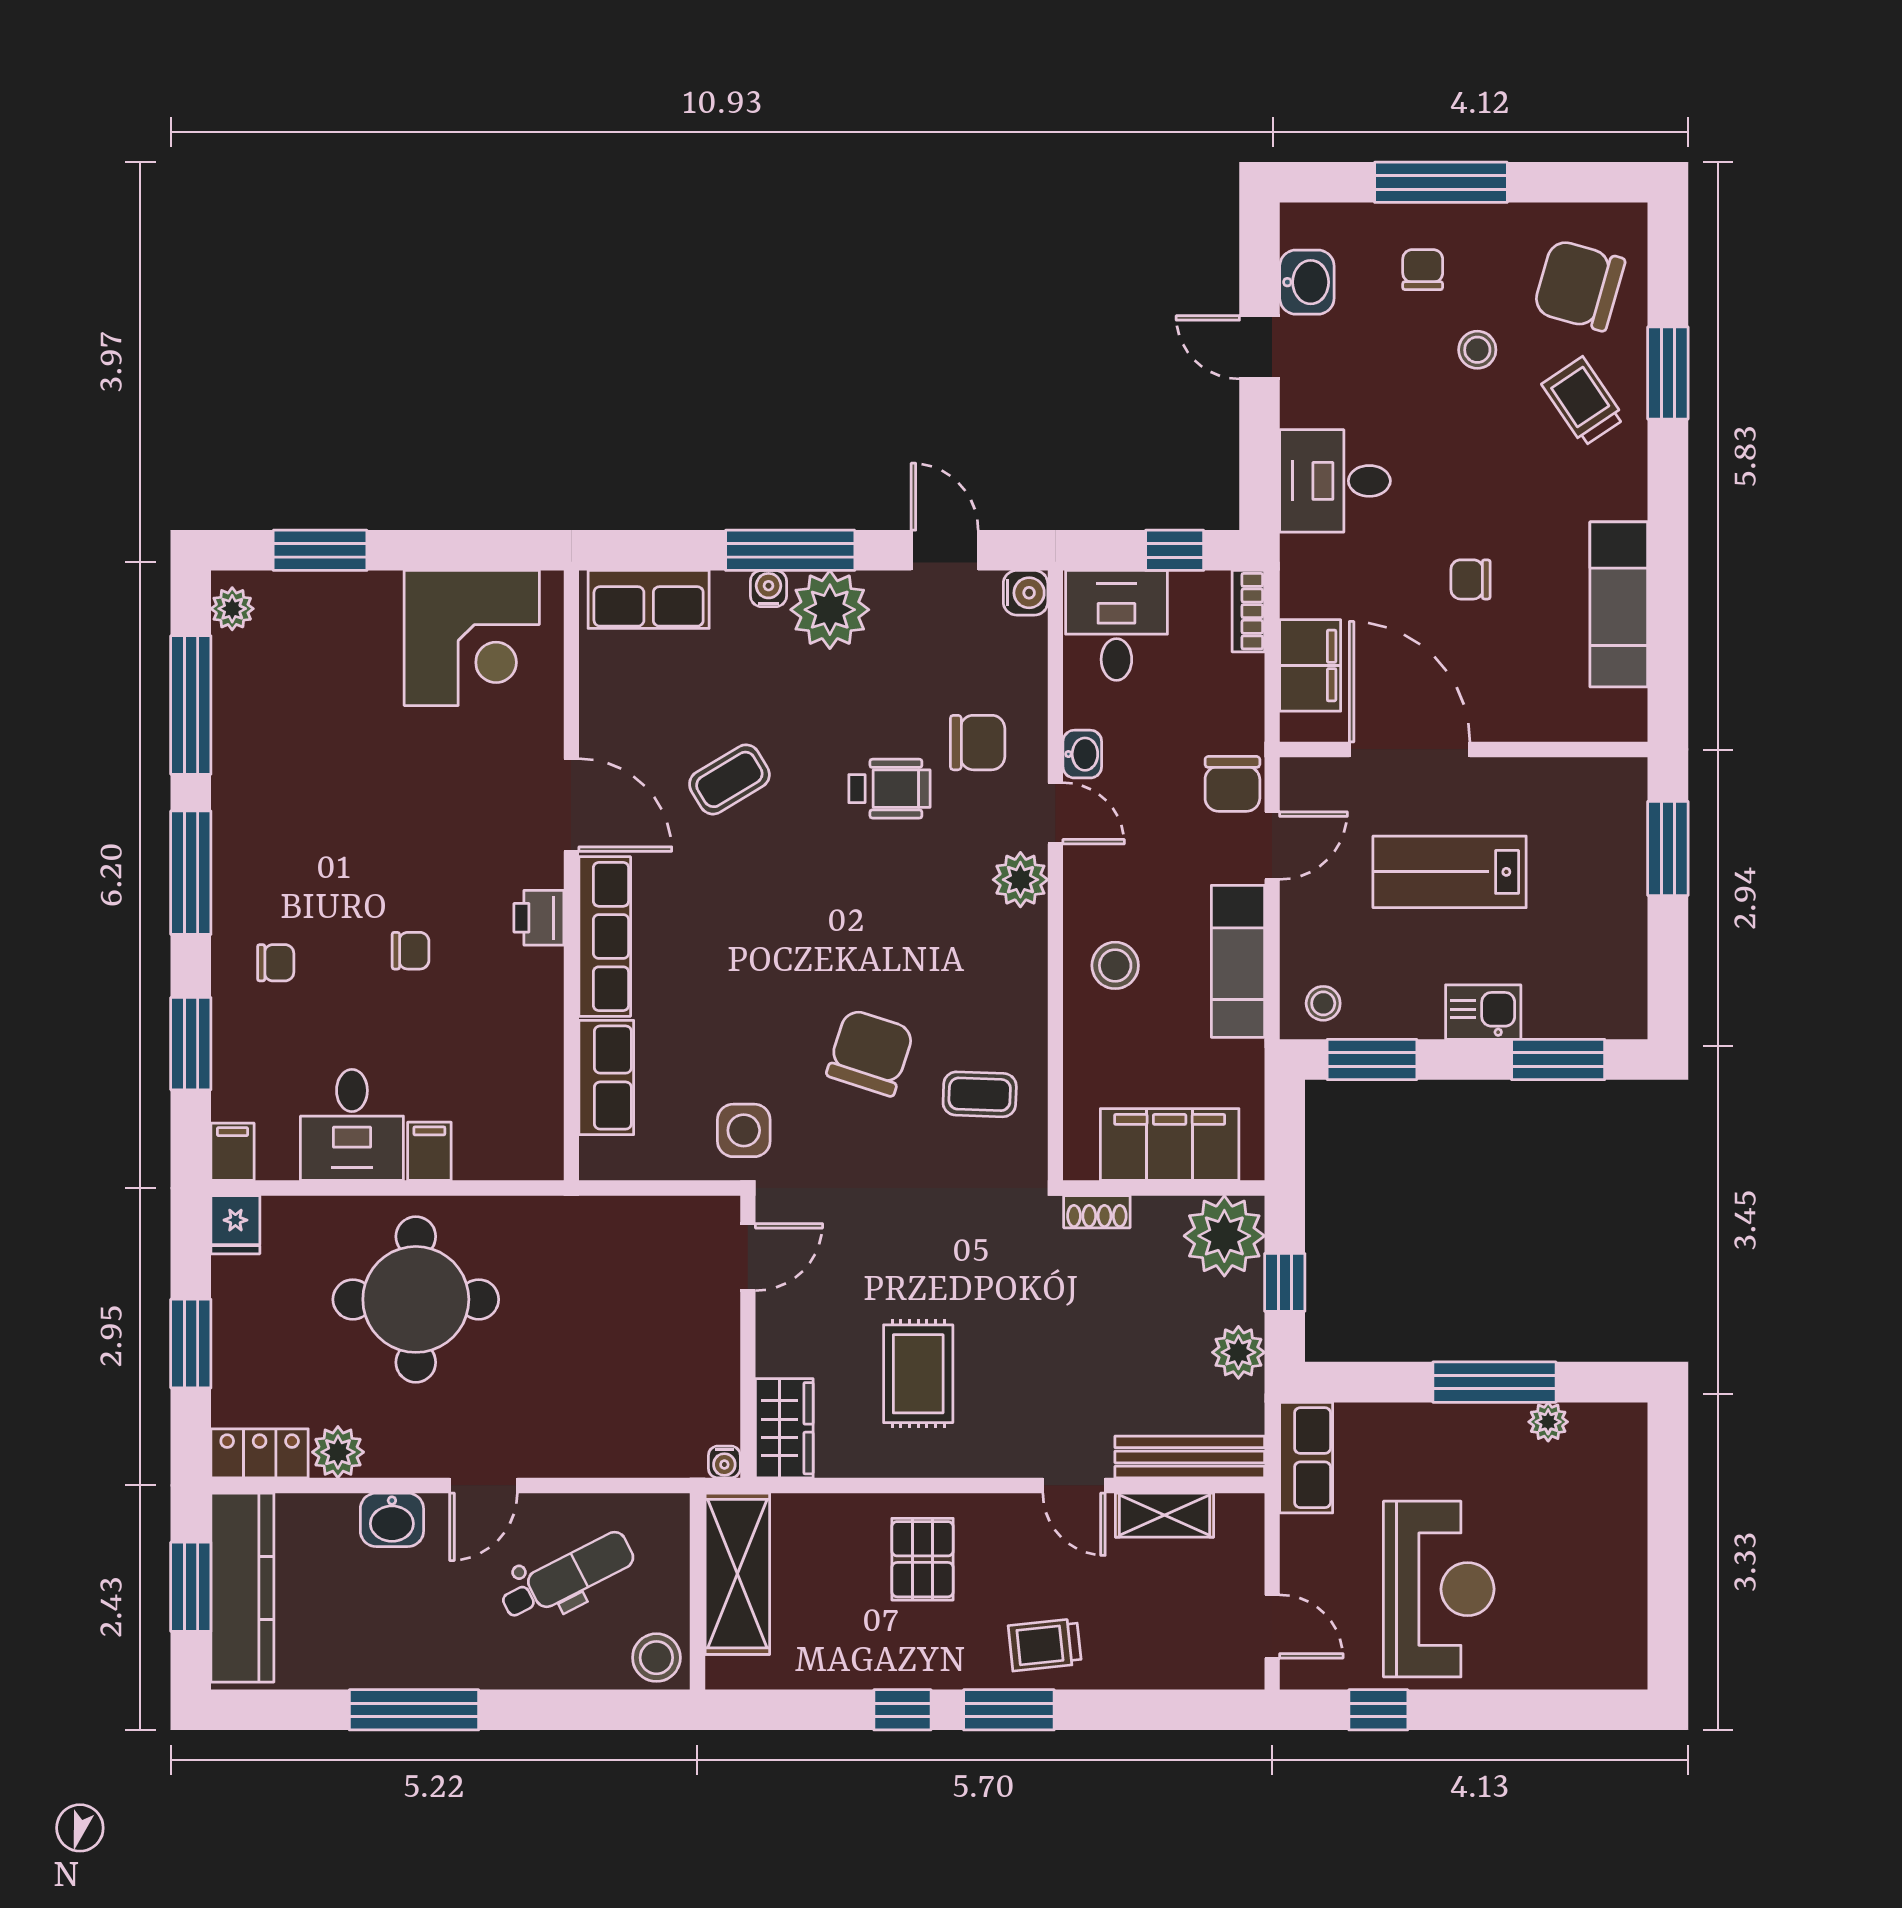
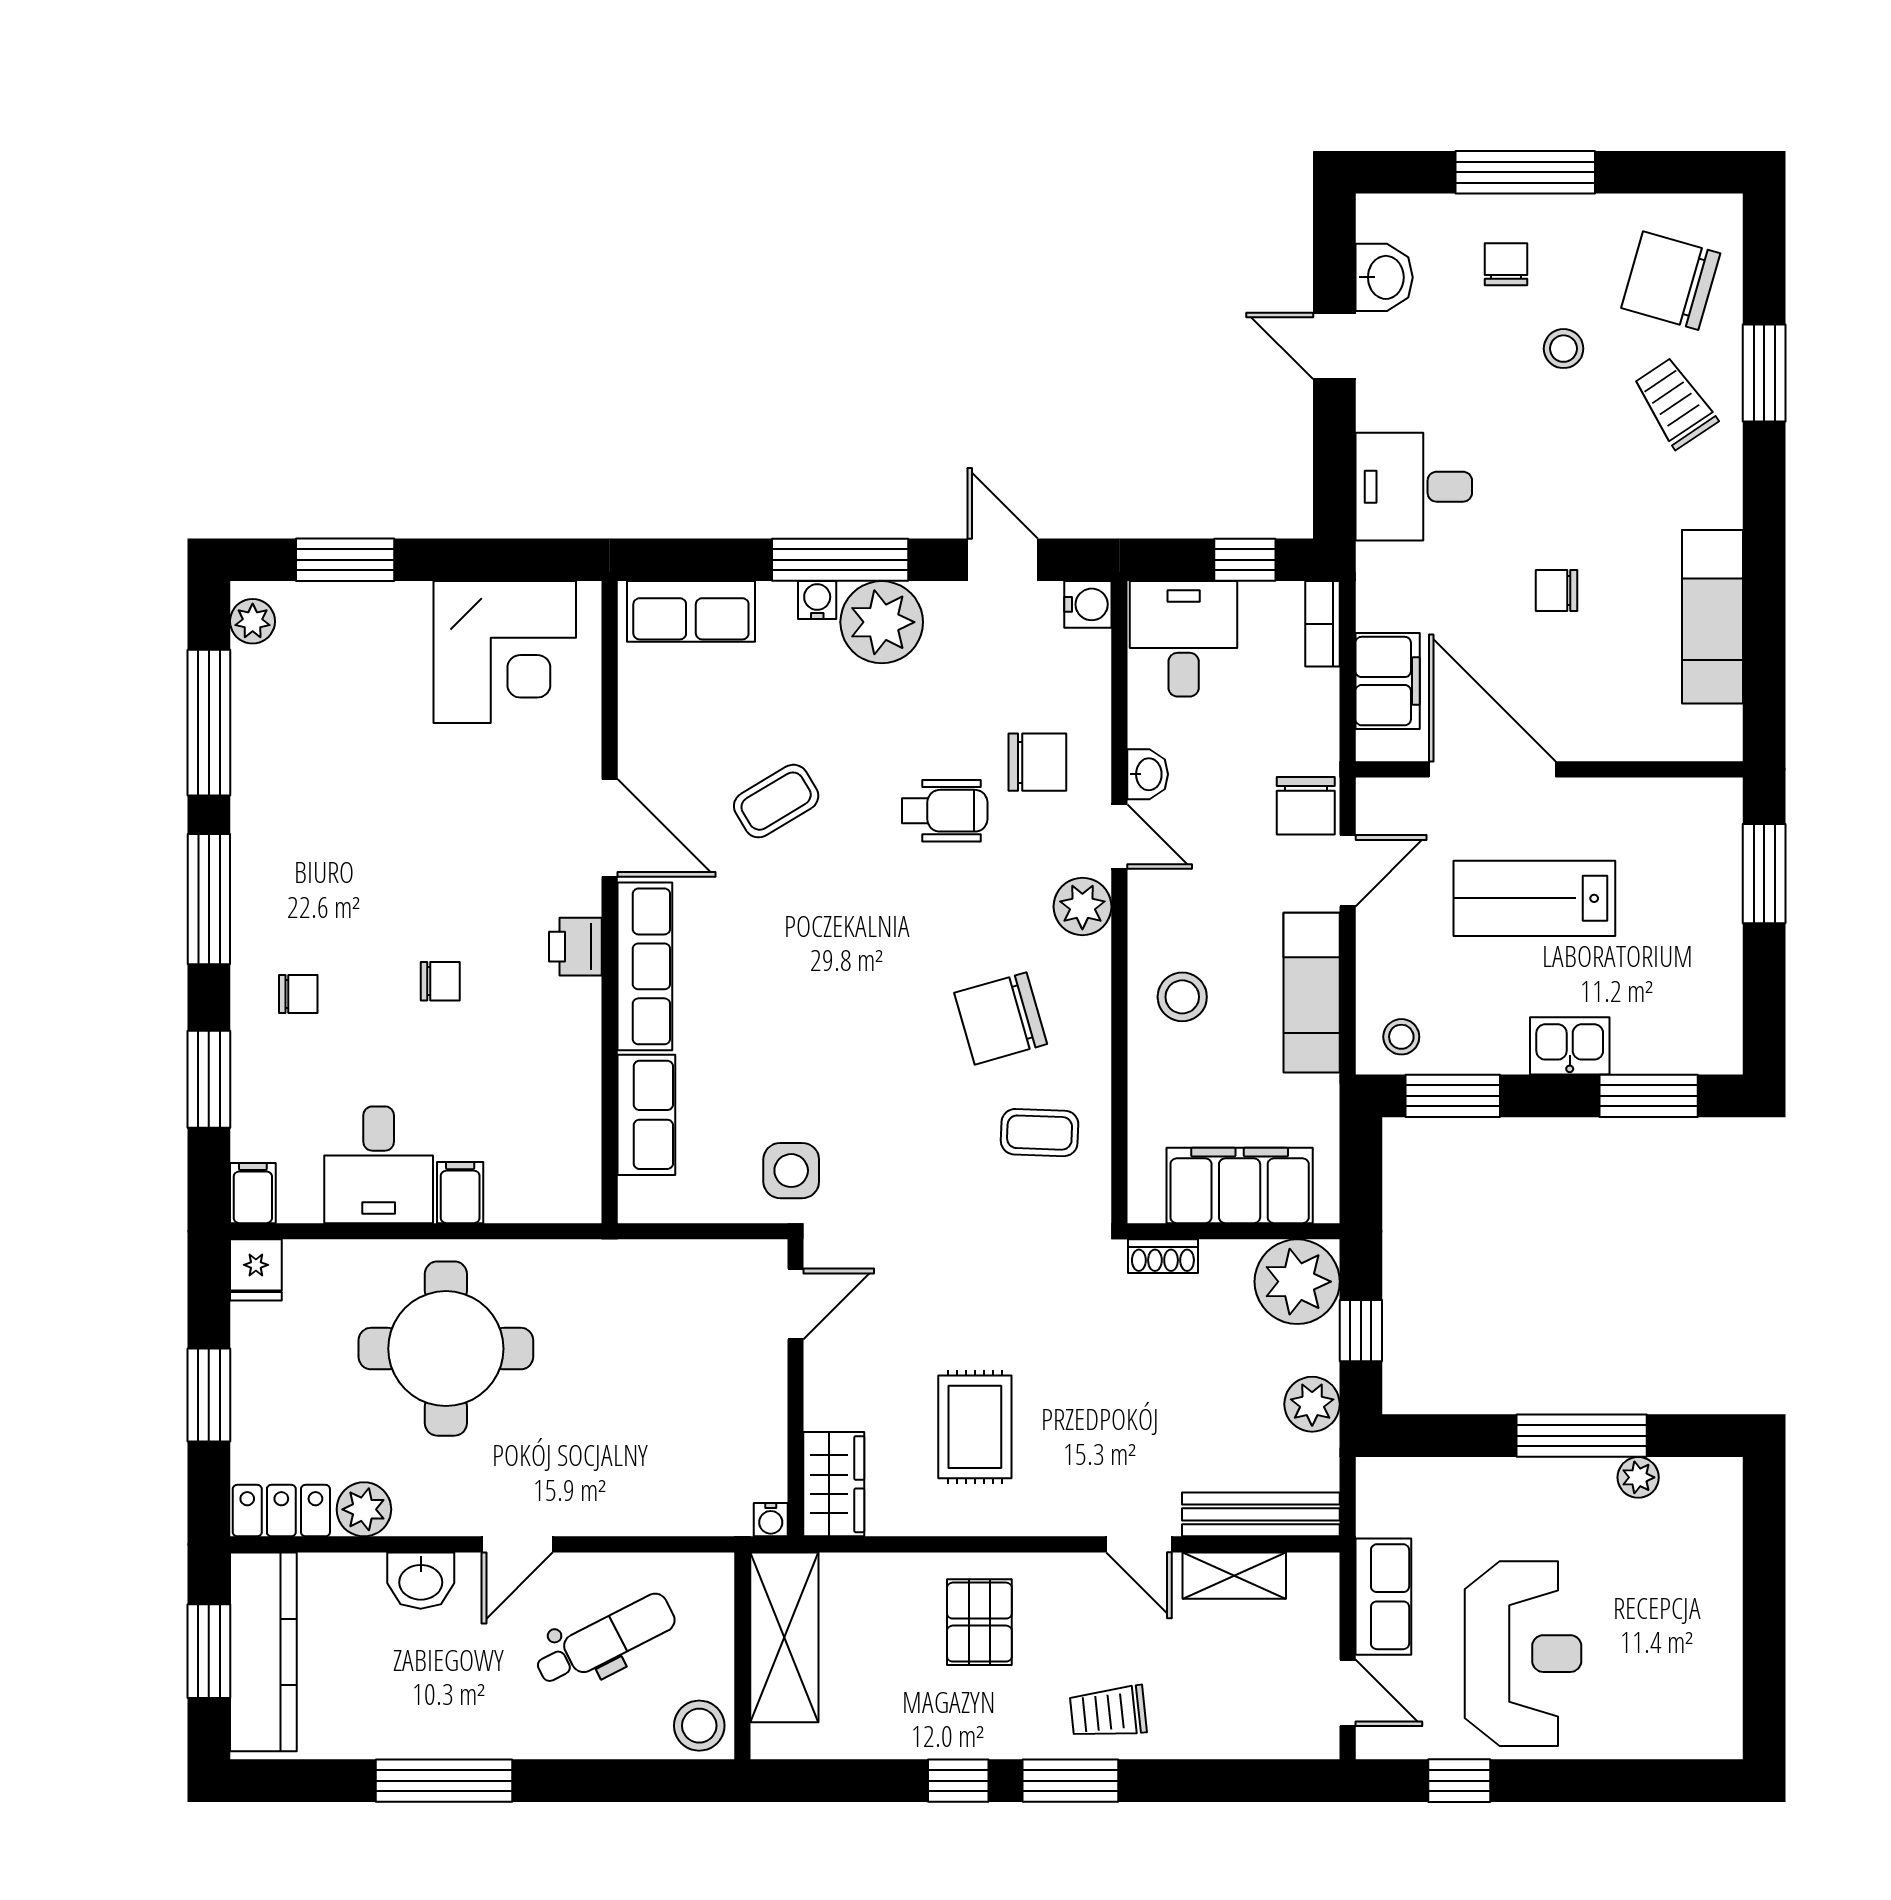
chair: (870, 1053) -> (1001, 1018), moved, turned -124
row of seats: (1306, 1458) -> (1383, 1597), moved

